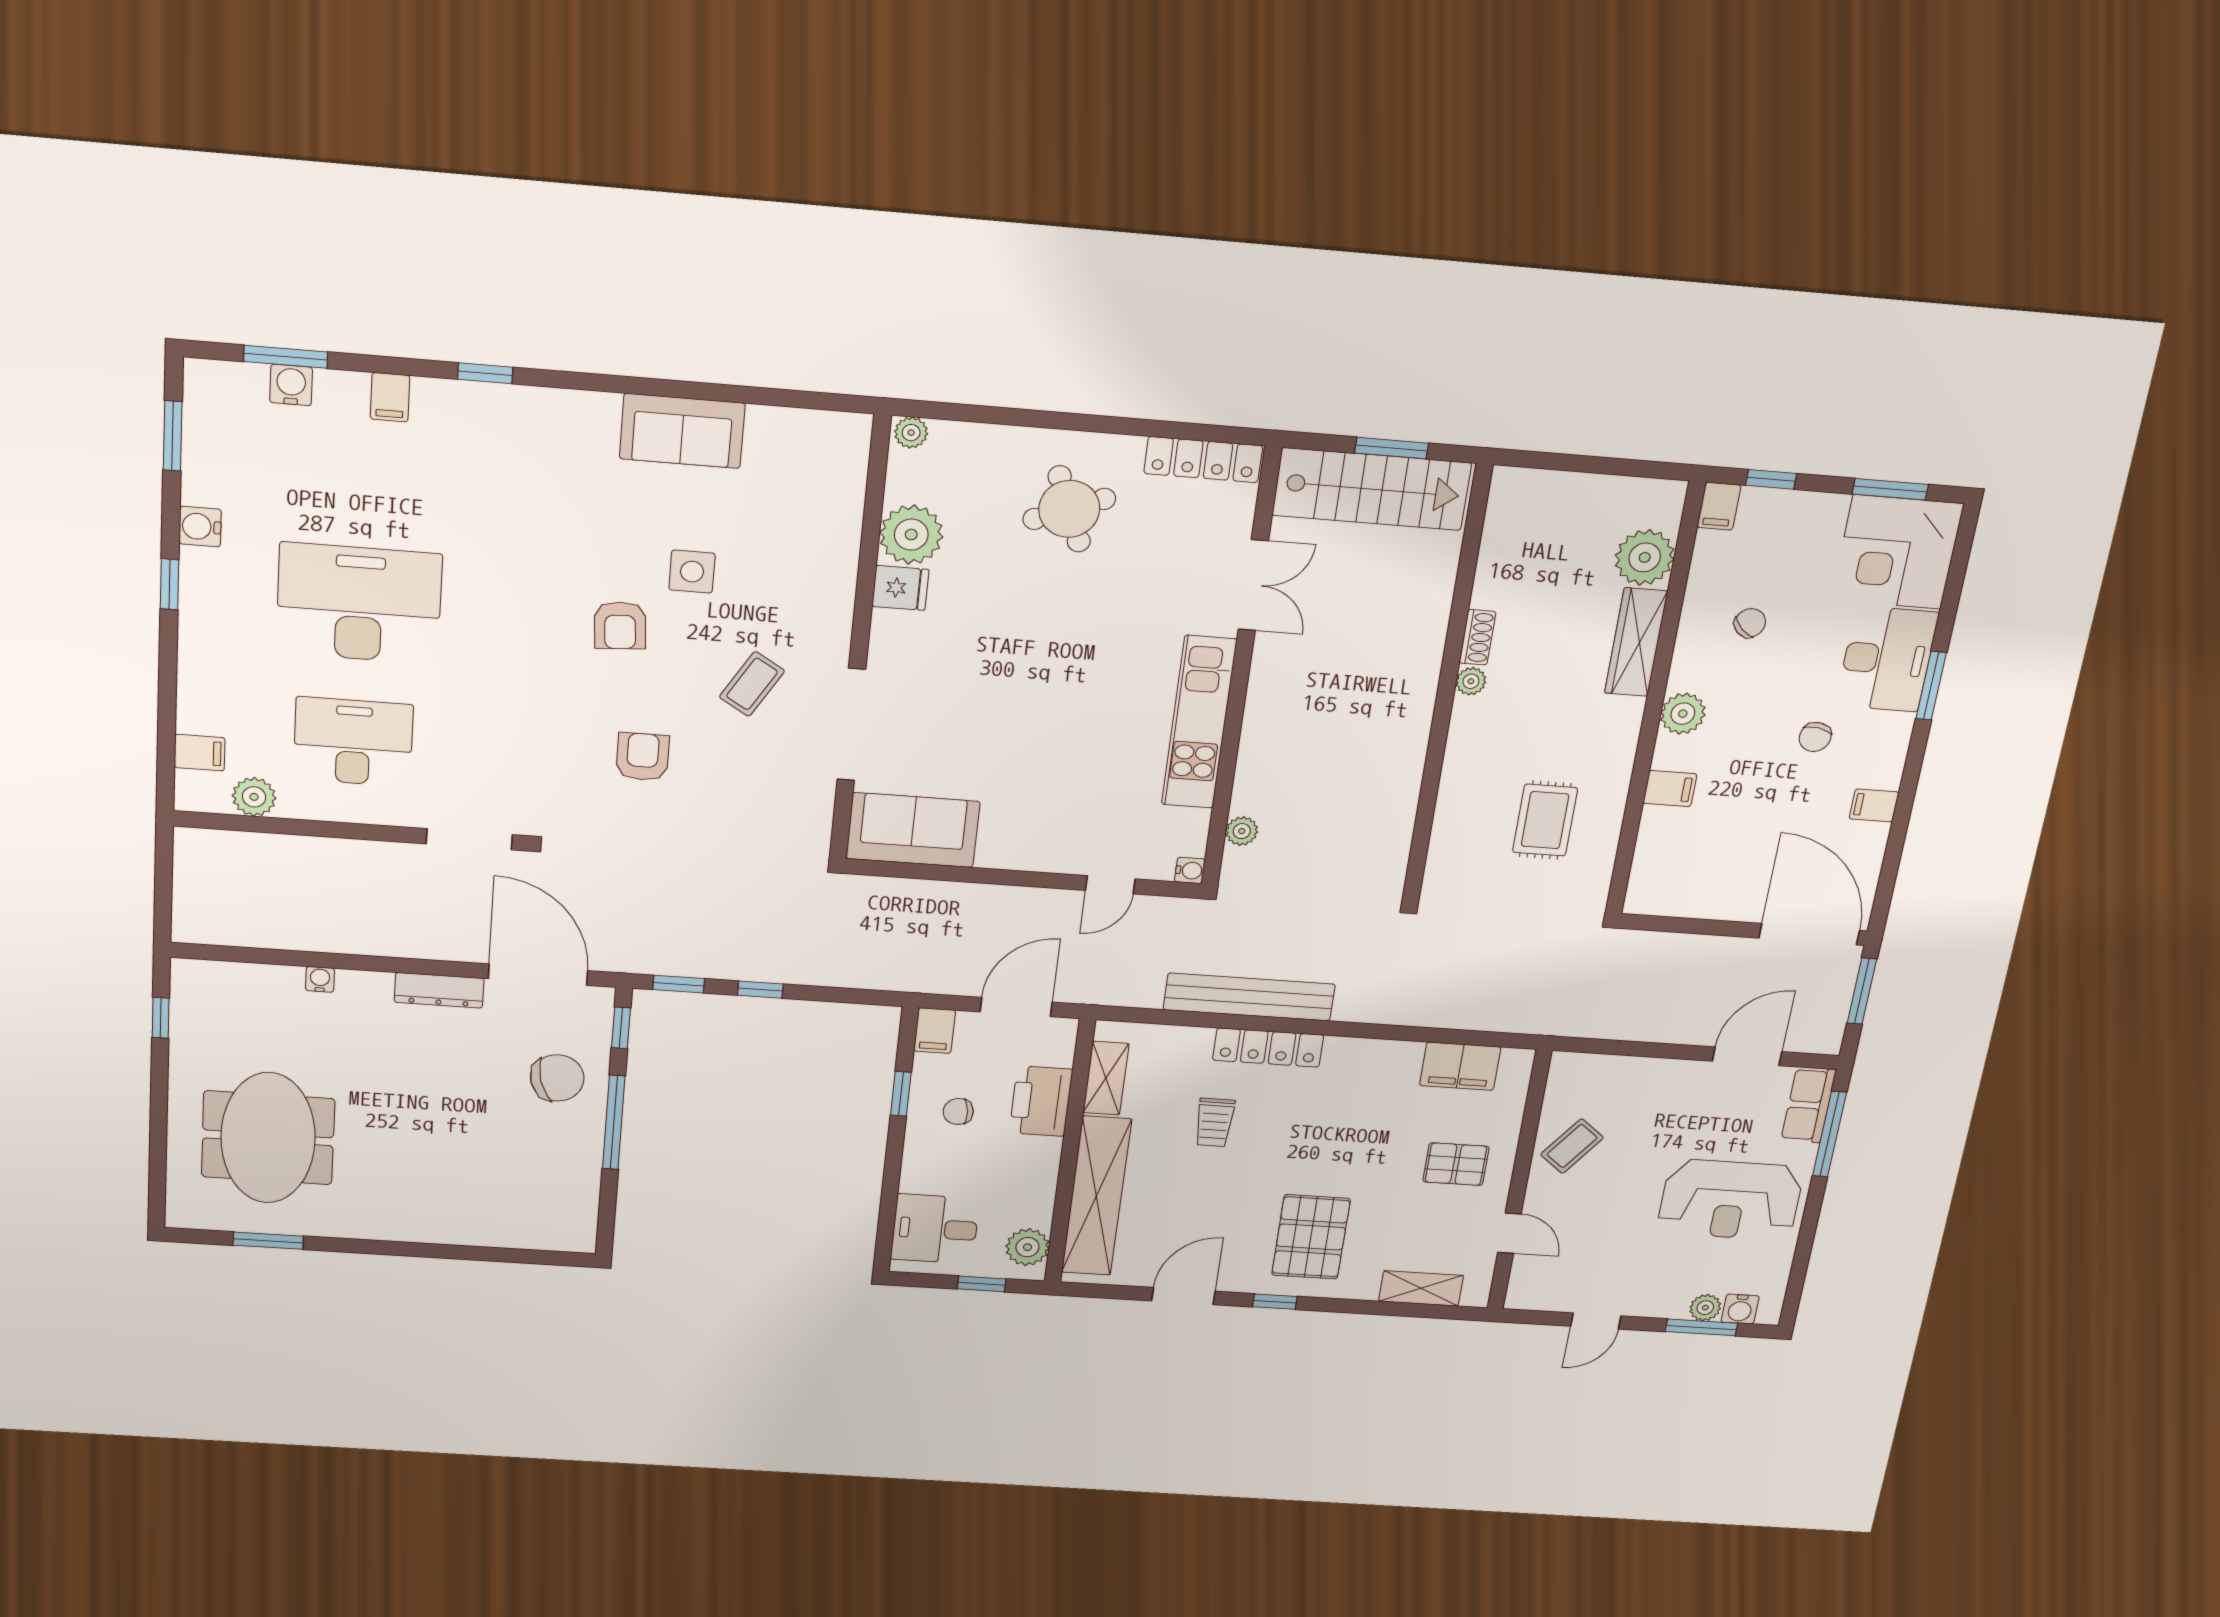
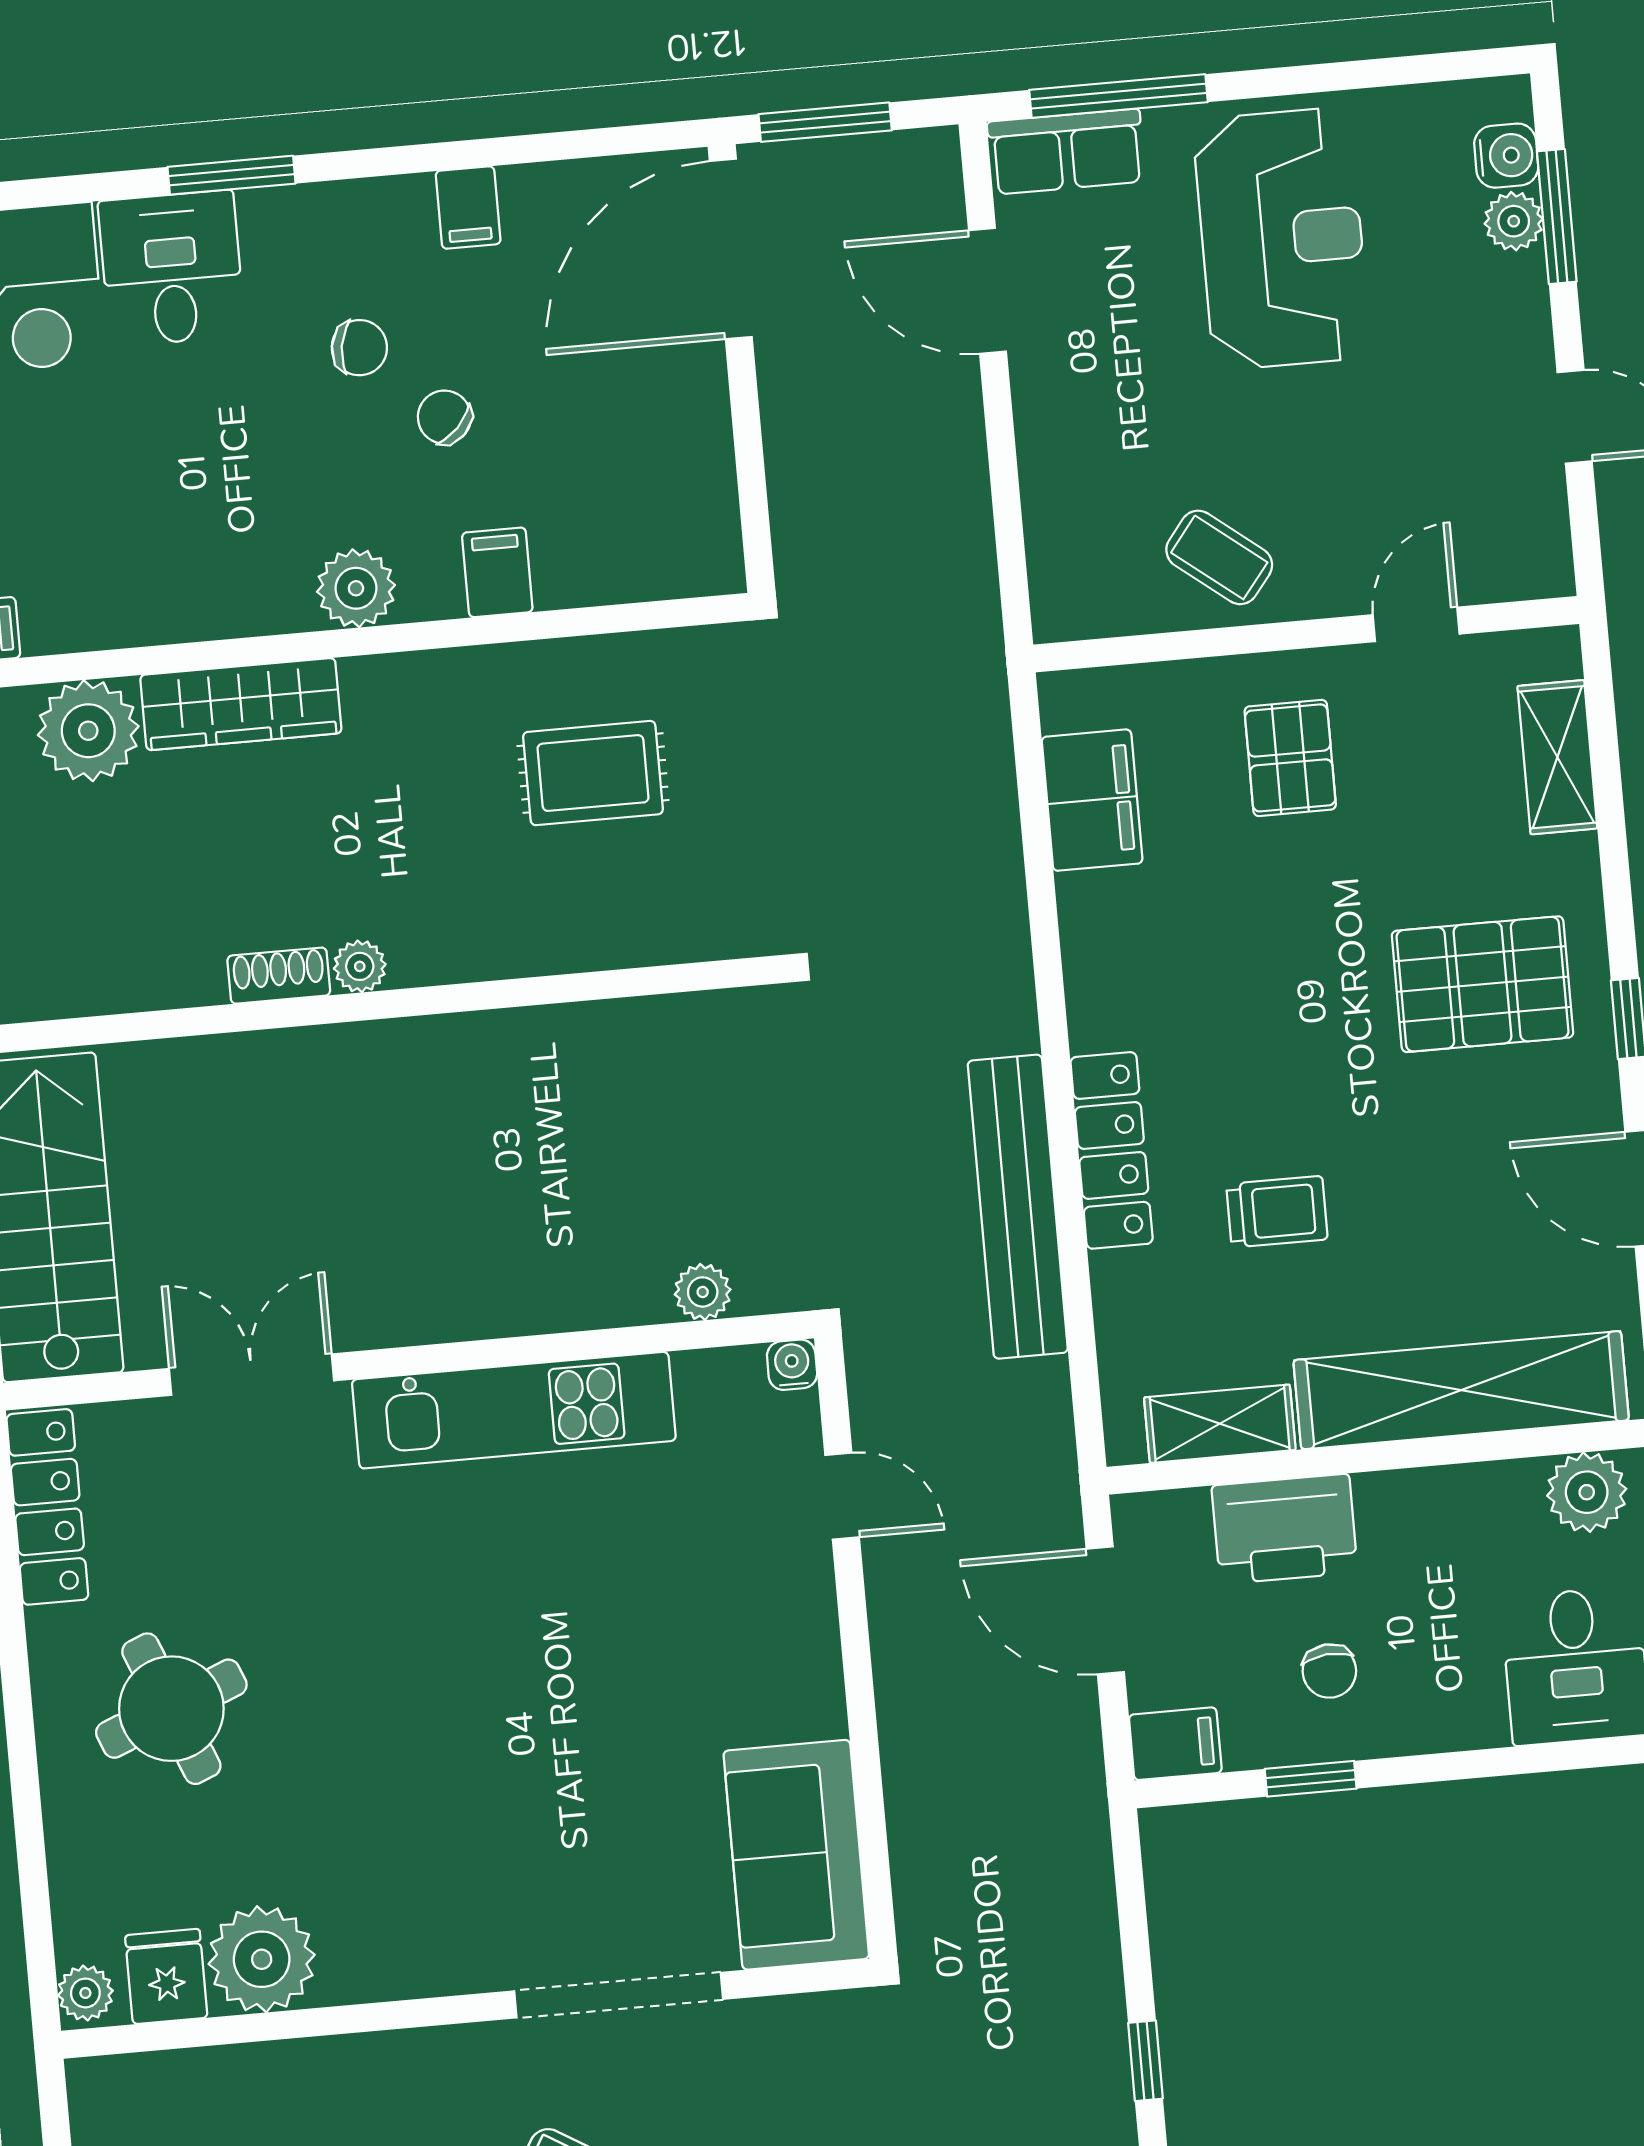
fridge: (900, 588) -> (166, 1977), moved
chair: (1750, 623) -> (444, 417), moved
desk: (1887, 659) -> (172, 268), width x0.73

